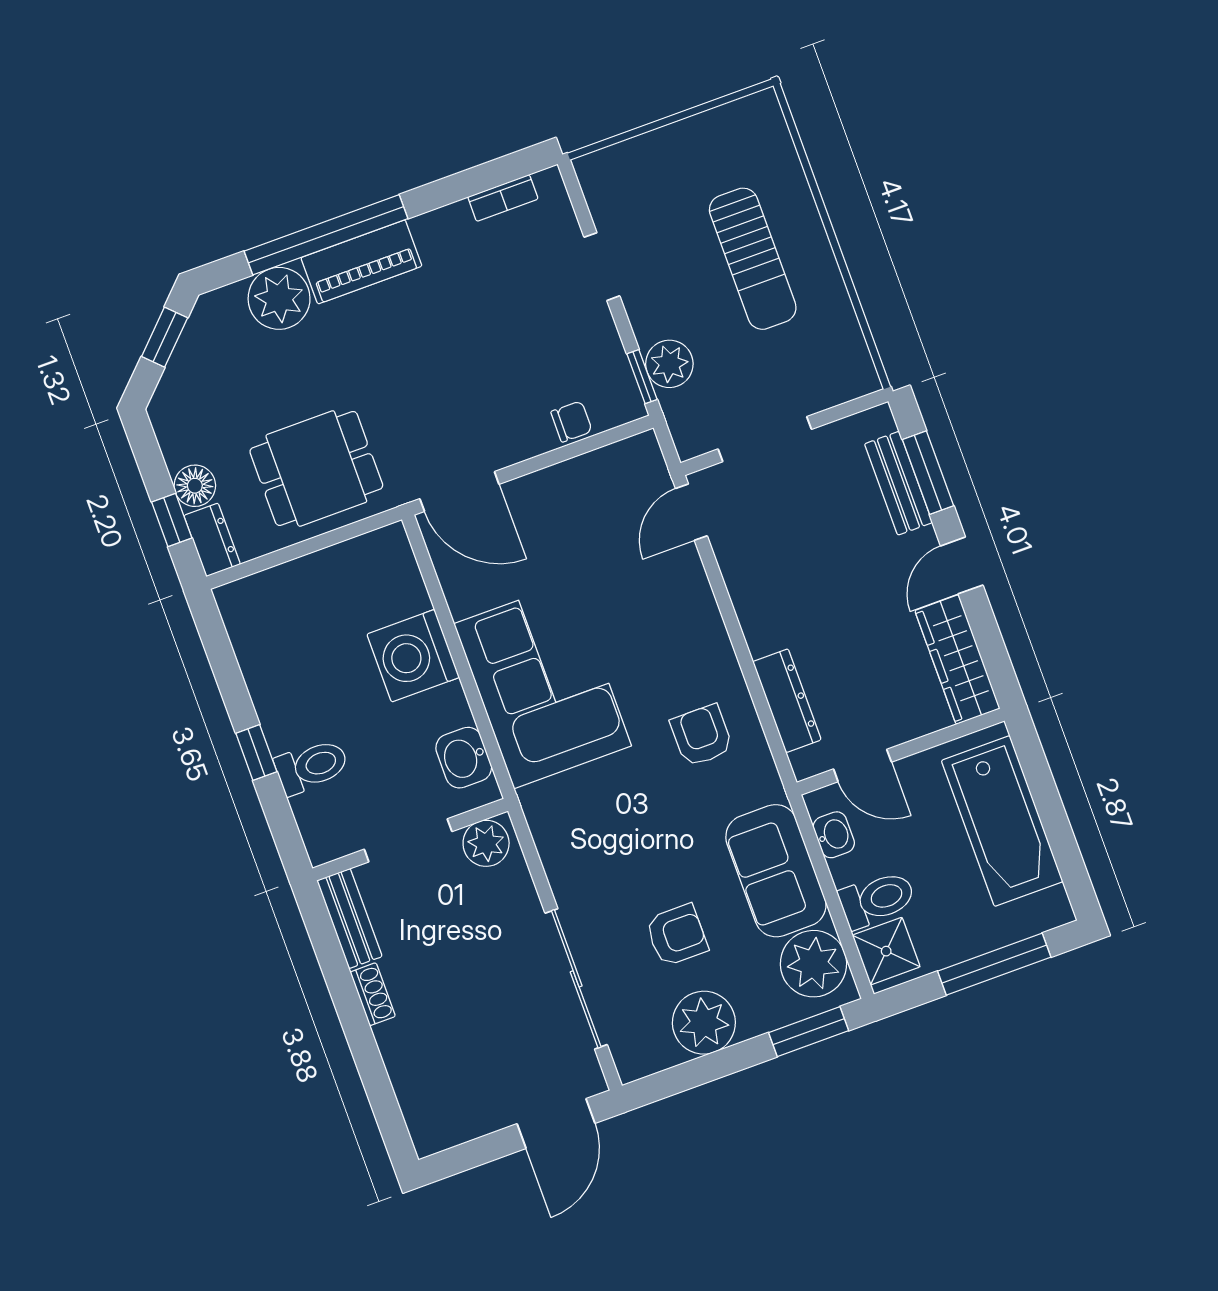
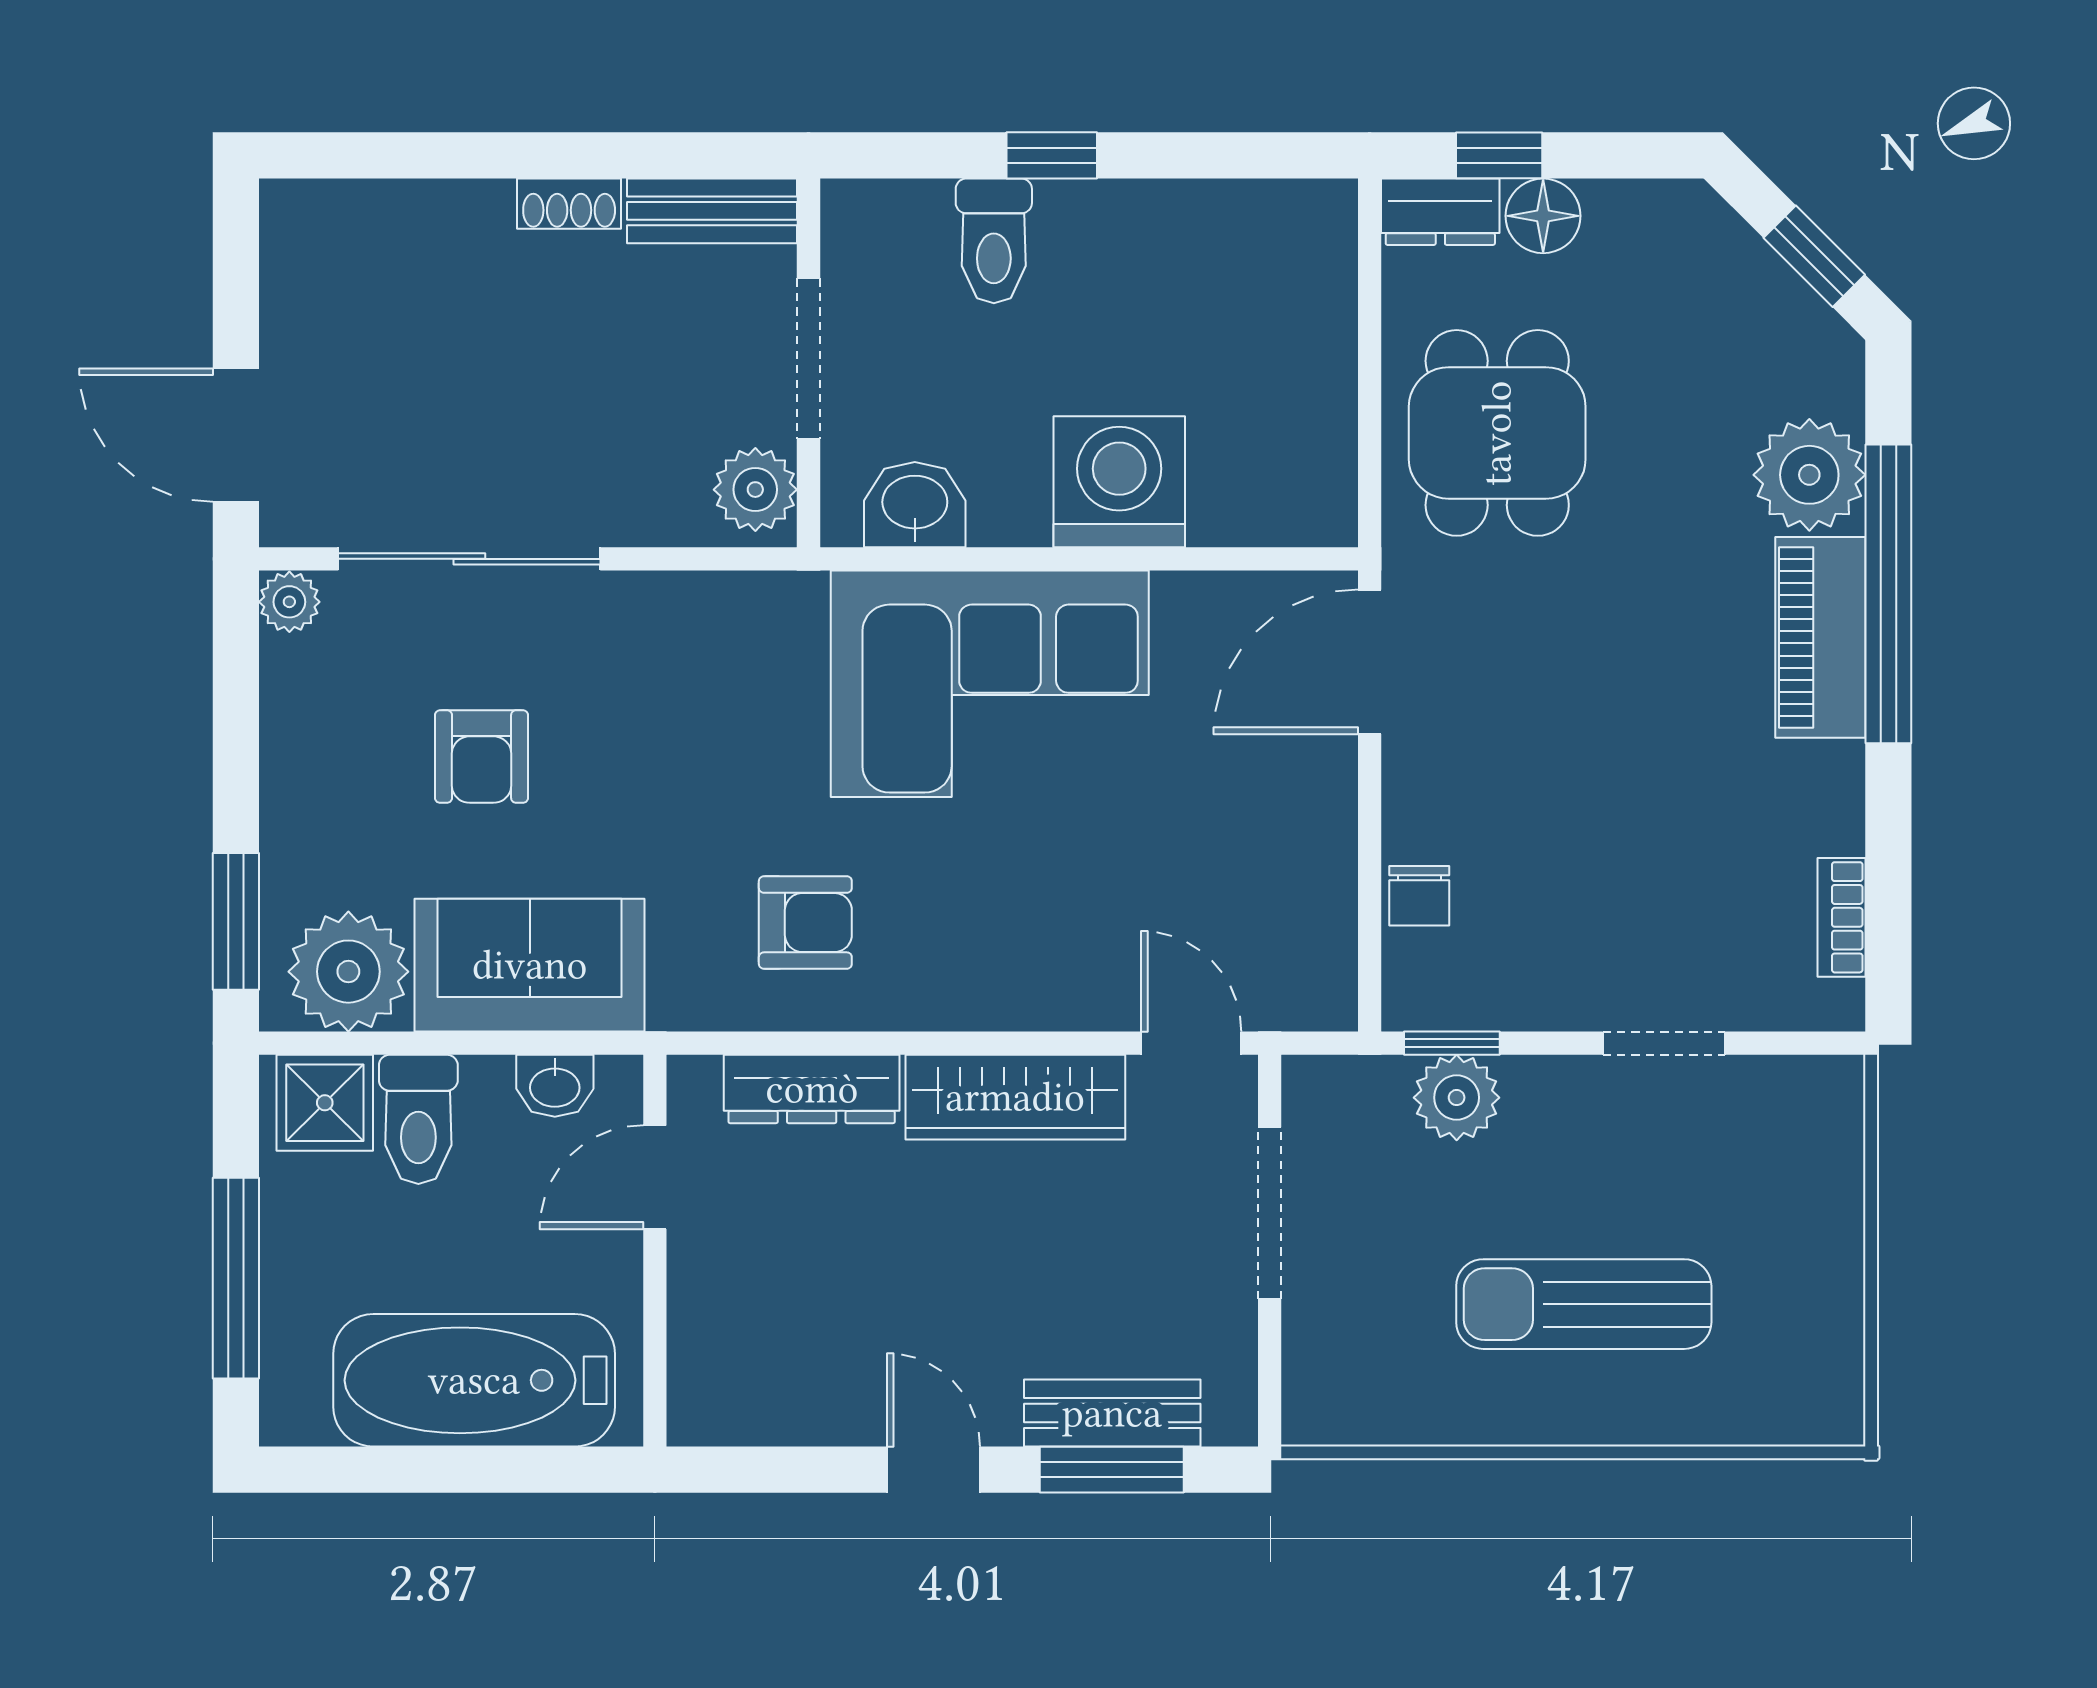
wardrobe: (957, 660) -> (1015, 1097), moved, turned 180
plant: (704, 1023) -> (289, 602), moved, width x0.53, depth x0.53

